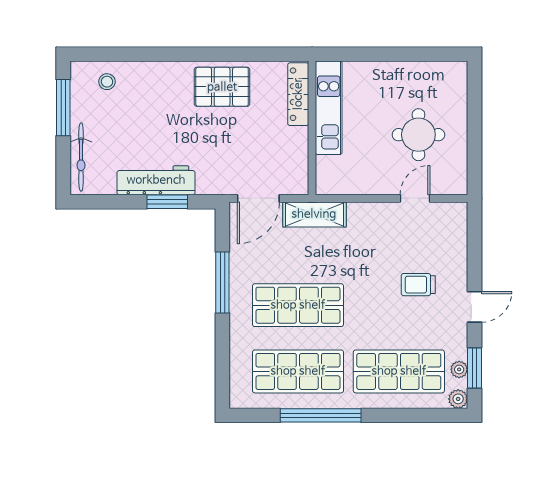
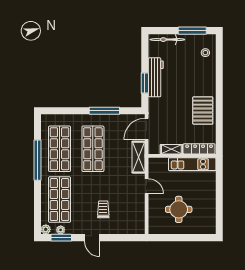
shelving: (299, 149) -> (171, 149), added
door: (258, 198) -> (147, 129), hinge flipped
door: (415, 198) -> (147, 186), moved

